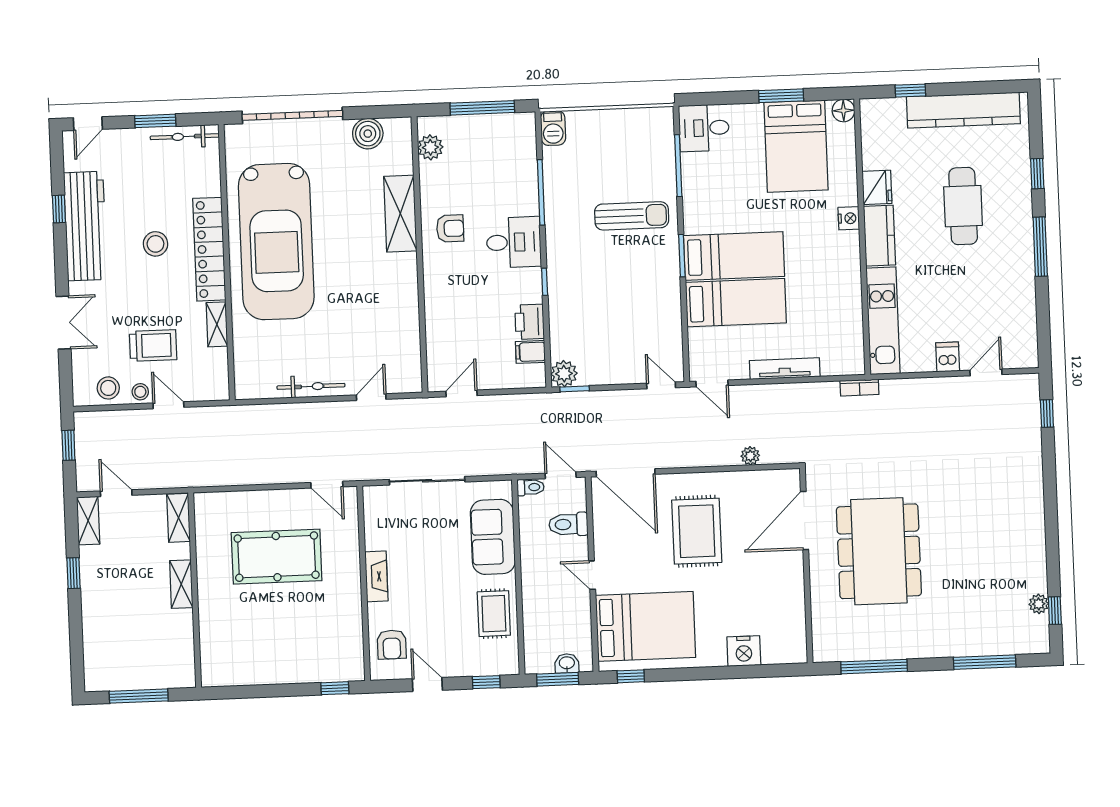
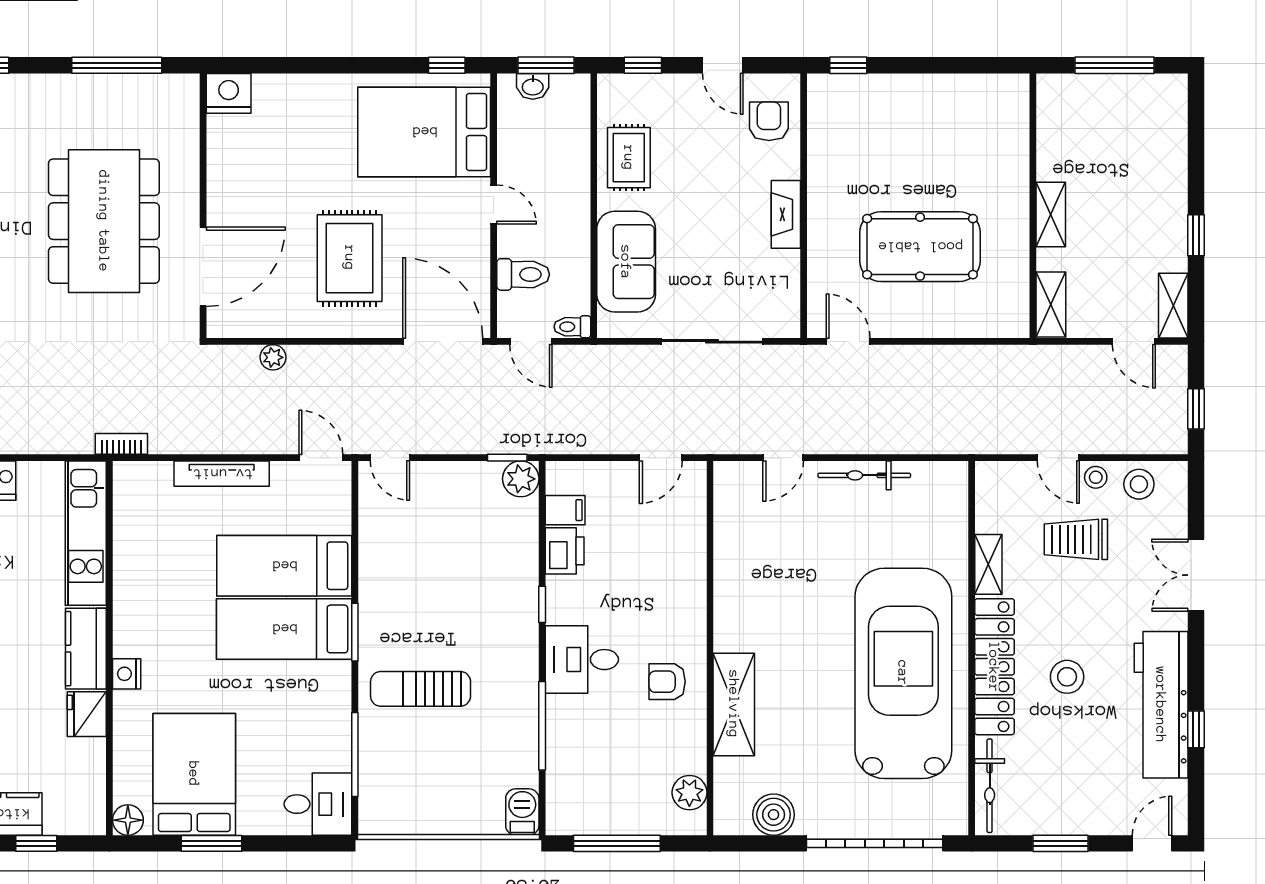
bicycle: (185, 137) -> (990, 786), moved, turned 90
nightstand: (744, 651) -> (229, 93), moved

